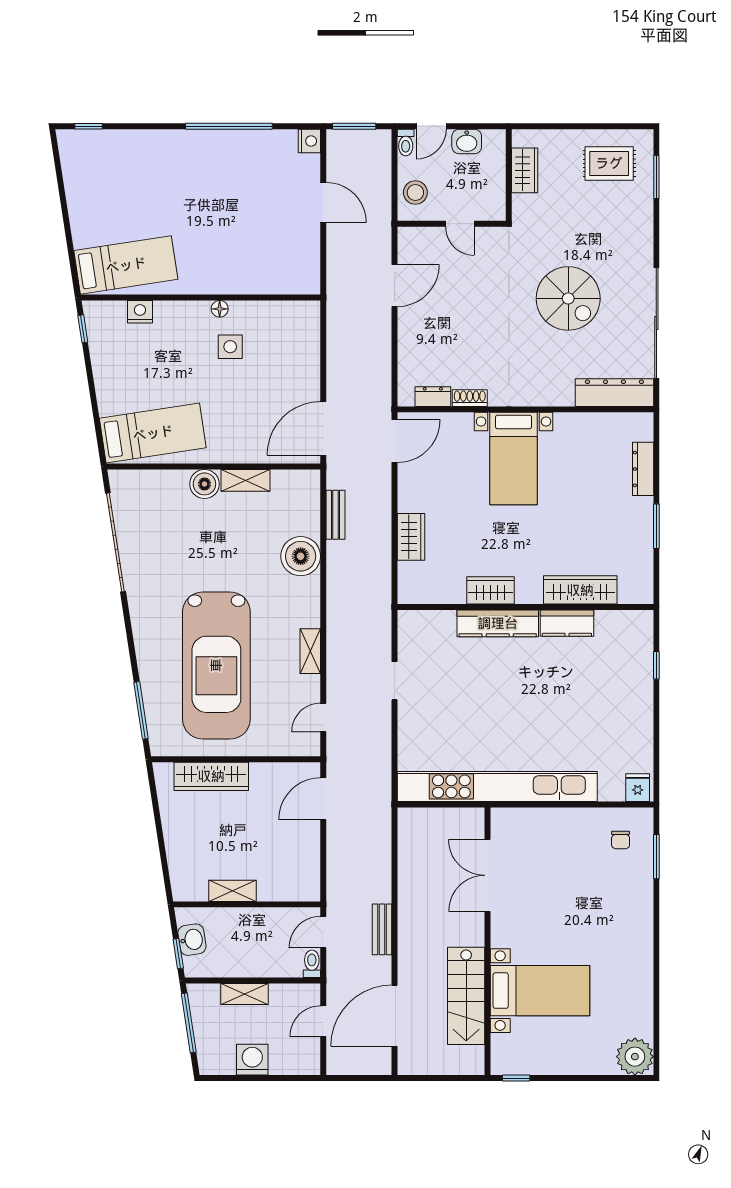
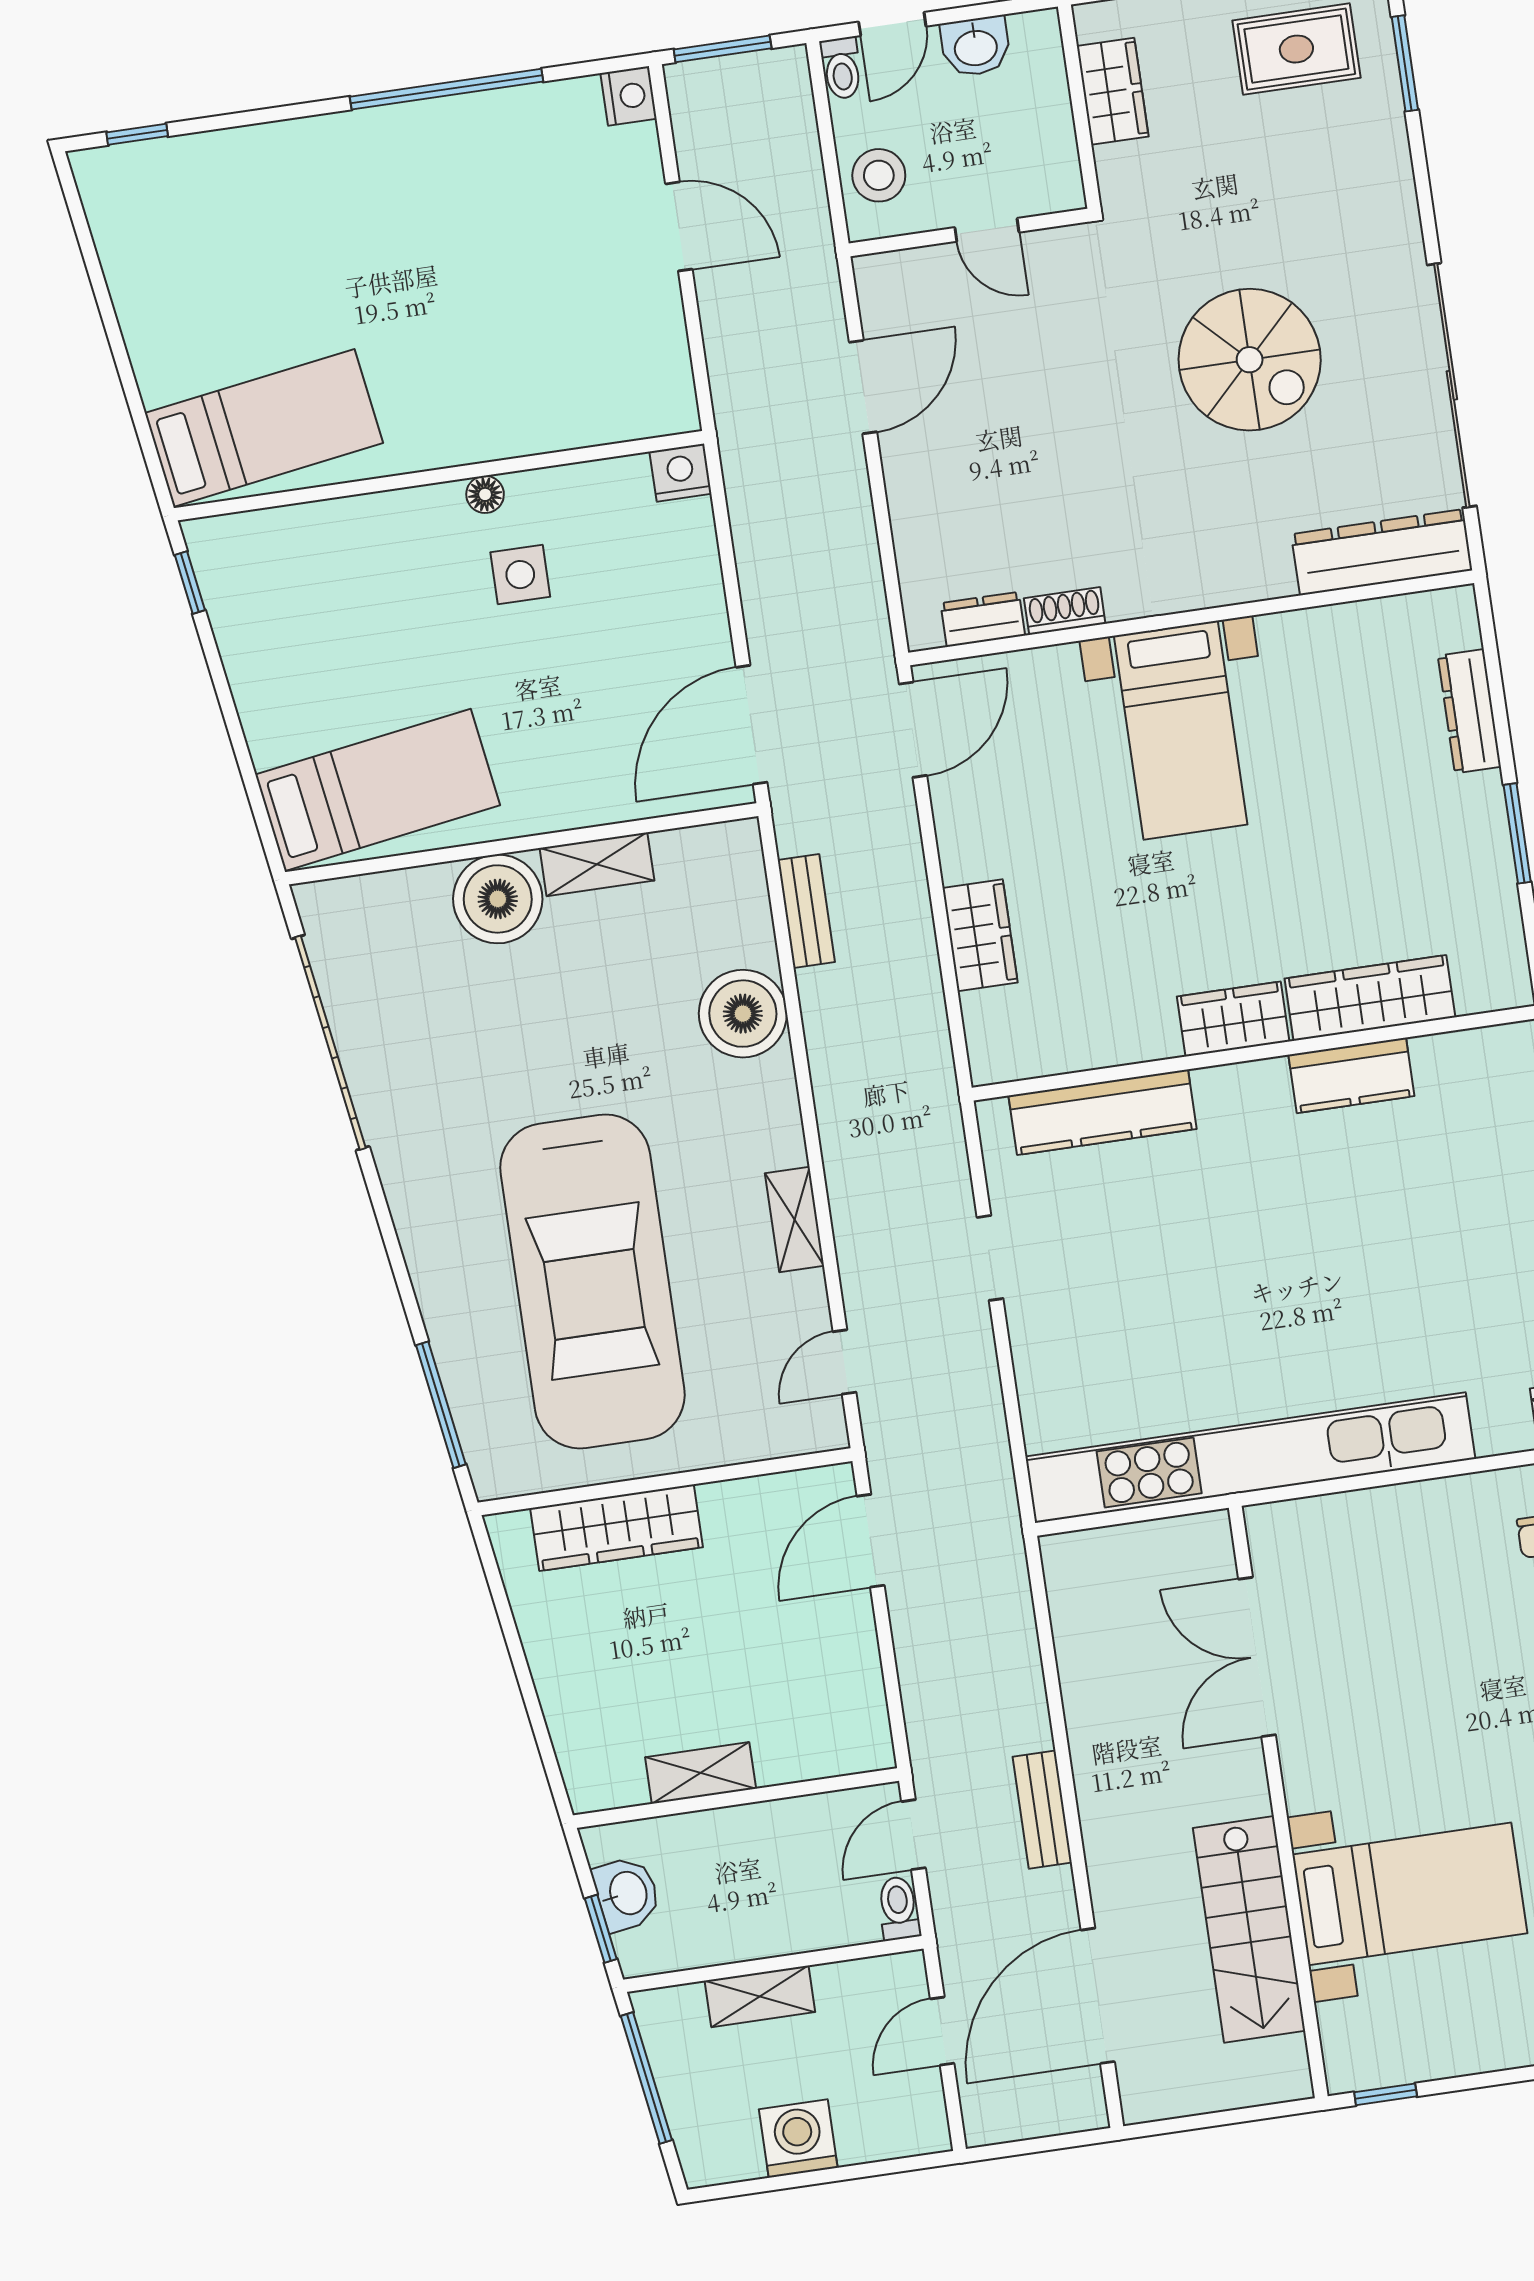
nightstand: (140, 312) -> (680, 473), moved
boiler: (204, 484) -> (498, 899), width x1.37, depth x1.37
wardrobe: (490, 590) -> (1233, 1019), moved
kitchen counter: (498, 623) -> (1102, 1112), moved

